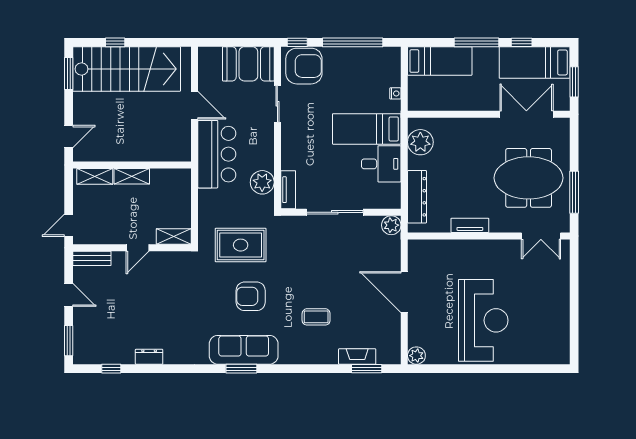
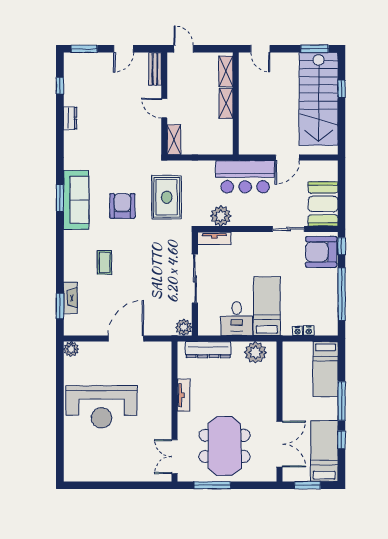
armchair: (304, 66) -> (321, 252), turned 90
nightstand: (395, 80) -> (309, 331), added

